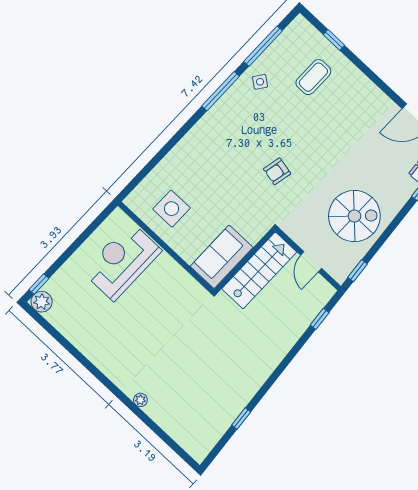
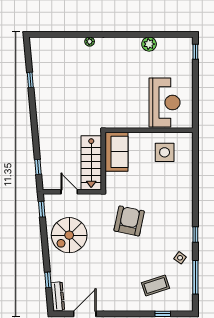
coffee table: (313, 77) -> (155, 285), turned 72
window: (221, 91) -> (195, 234), width x0.46
armchair: (277, 171) -> (129, 221), width x1.88, depth x1.88
plant: (42, 302) -> (149, 44), moved

